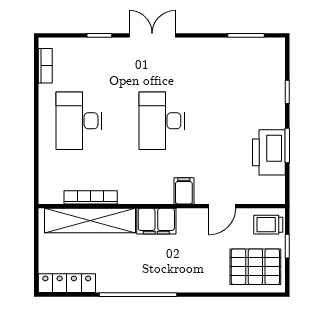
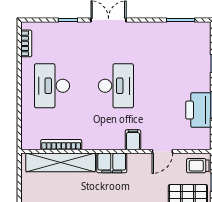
desk: (162, 121) -> (116, 86), turned 180

